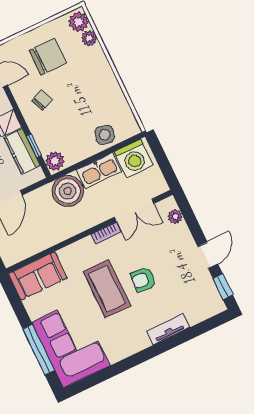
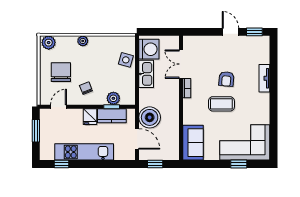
plant: (89, 38) -> (83, 41), moved
plant: (55, 161) -> (113, 98), moved
boiler: (68, 191) -> (150, 117), moved
double door: (134, 210) -> (181, 64), swing flipped
plant: (175, 217) -> (197, 41), removed
coffee table: (107, 289) -> (221, 104), width x0.73, depth x0.76
window: (39, 350) -> (239, 164), width x0.46

